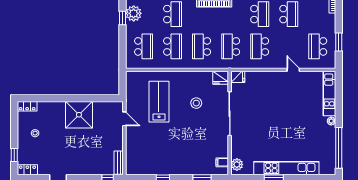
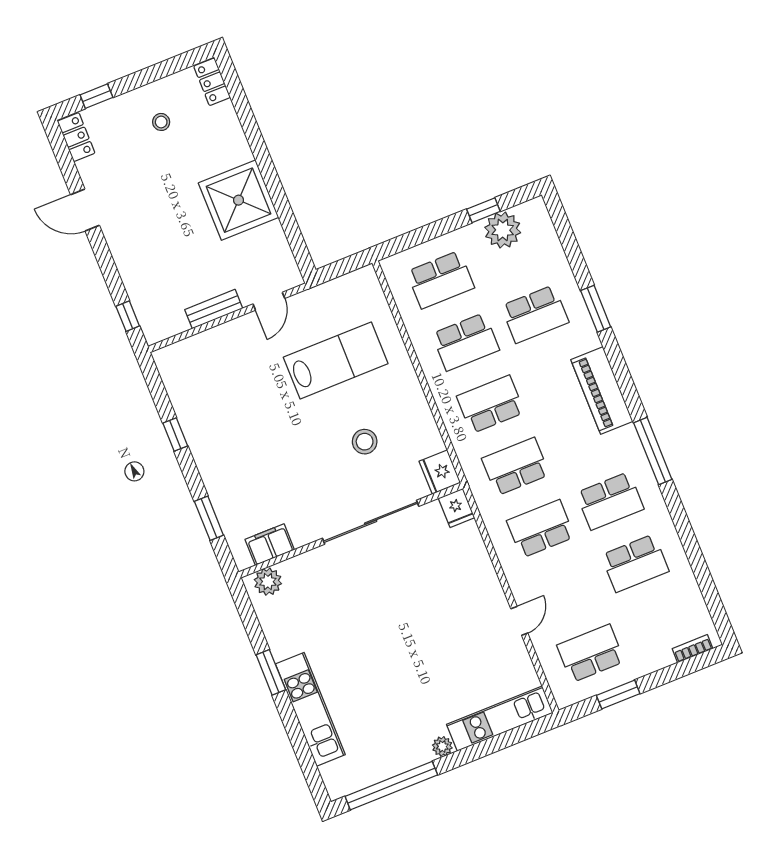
filing cabinet: (222, 162) -> (270, 545), width x2.00
bench: (119, 163) -> (214, 309), moved
kitchen unit: (286, 168) -> (310, 709), width x0.73

